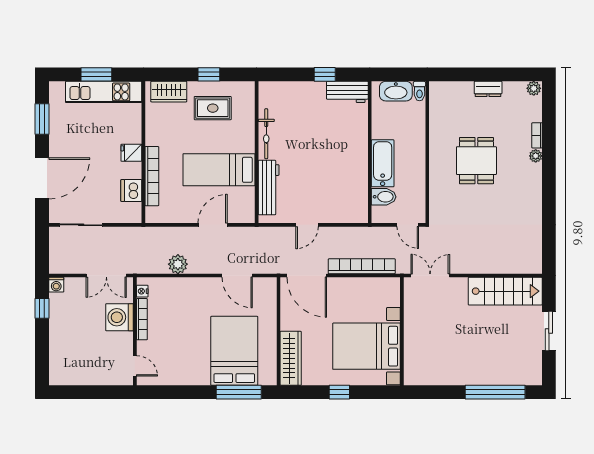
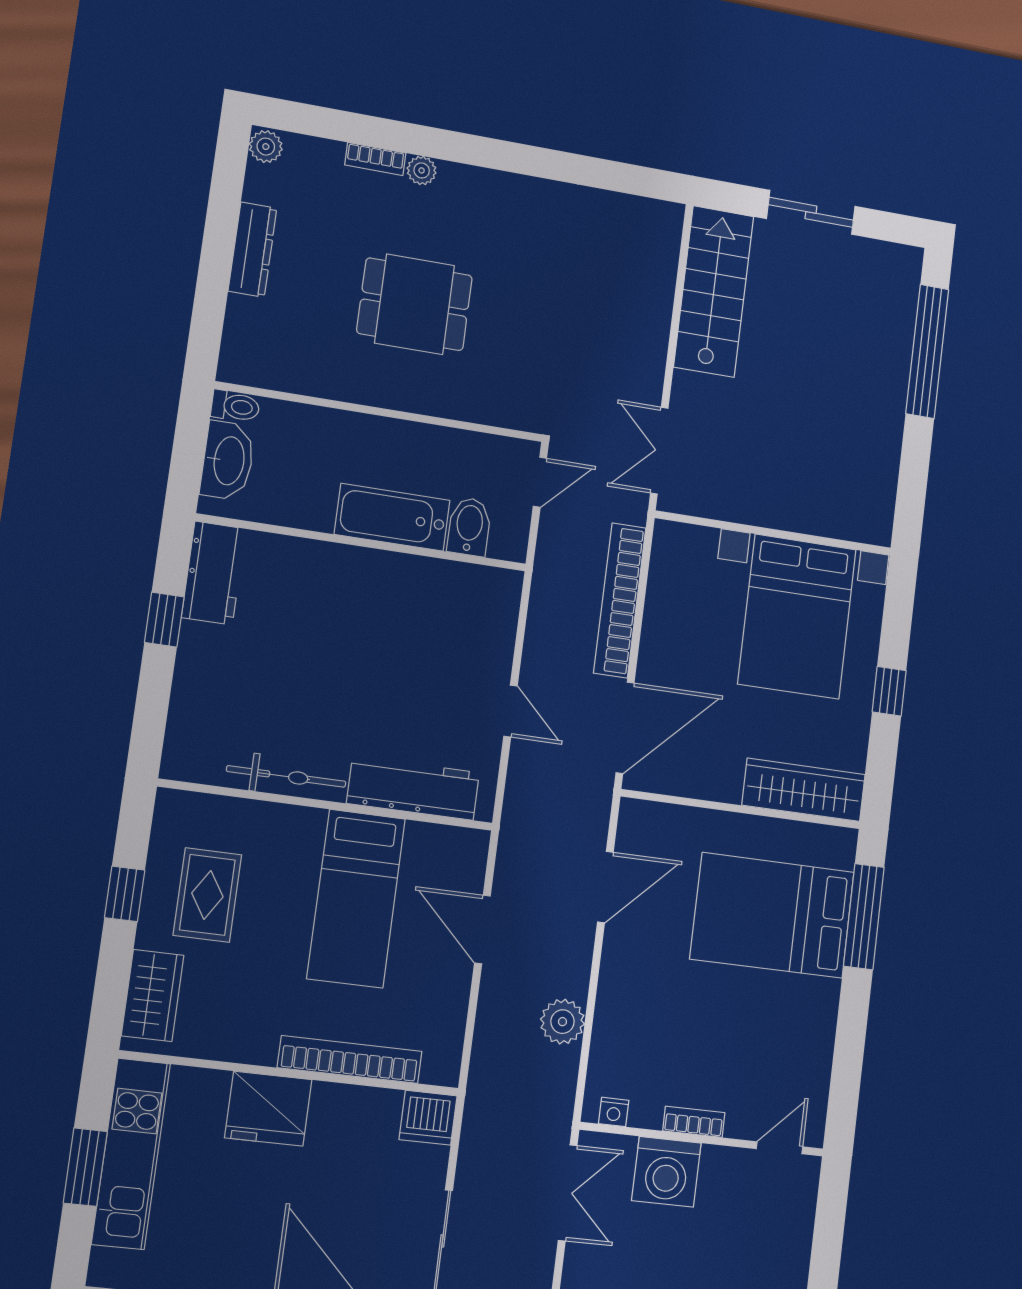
dresser: (488, 89) -> (253, 250), width x1.44
fridge: (131, 153) -> (268, 1109), width x1.88, depth x1.34
dishwasher: (131, 191) -> (428, 1118), moved
bookcase: (142, 319) -> (694, 1122), width x0.64

